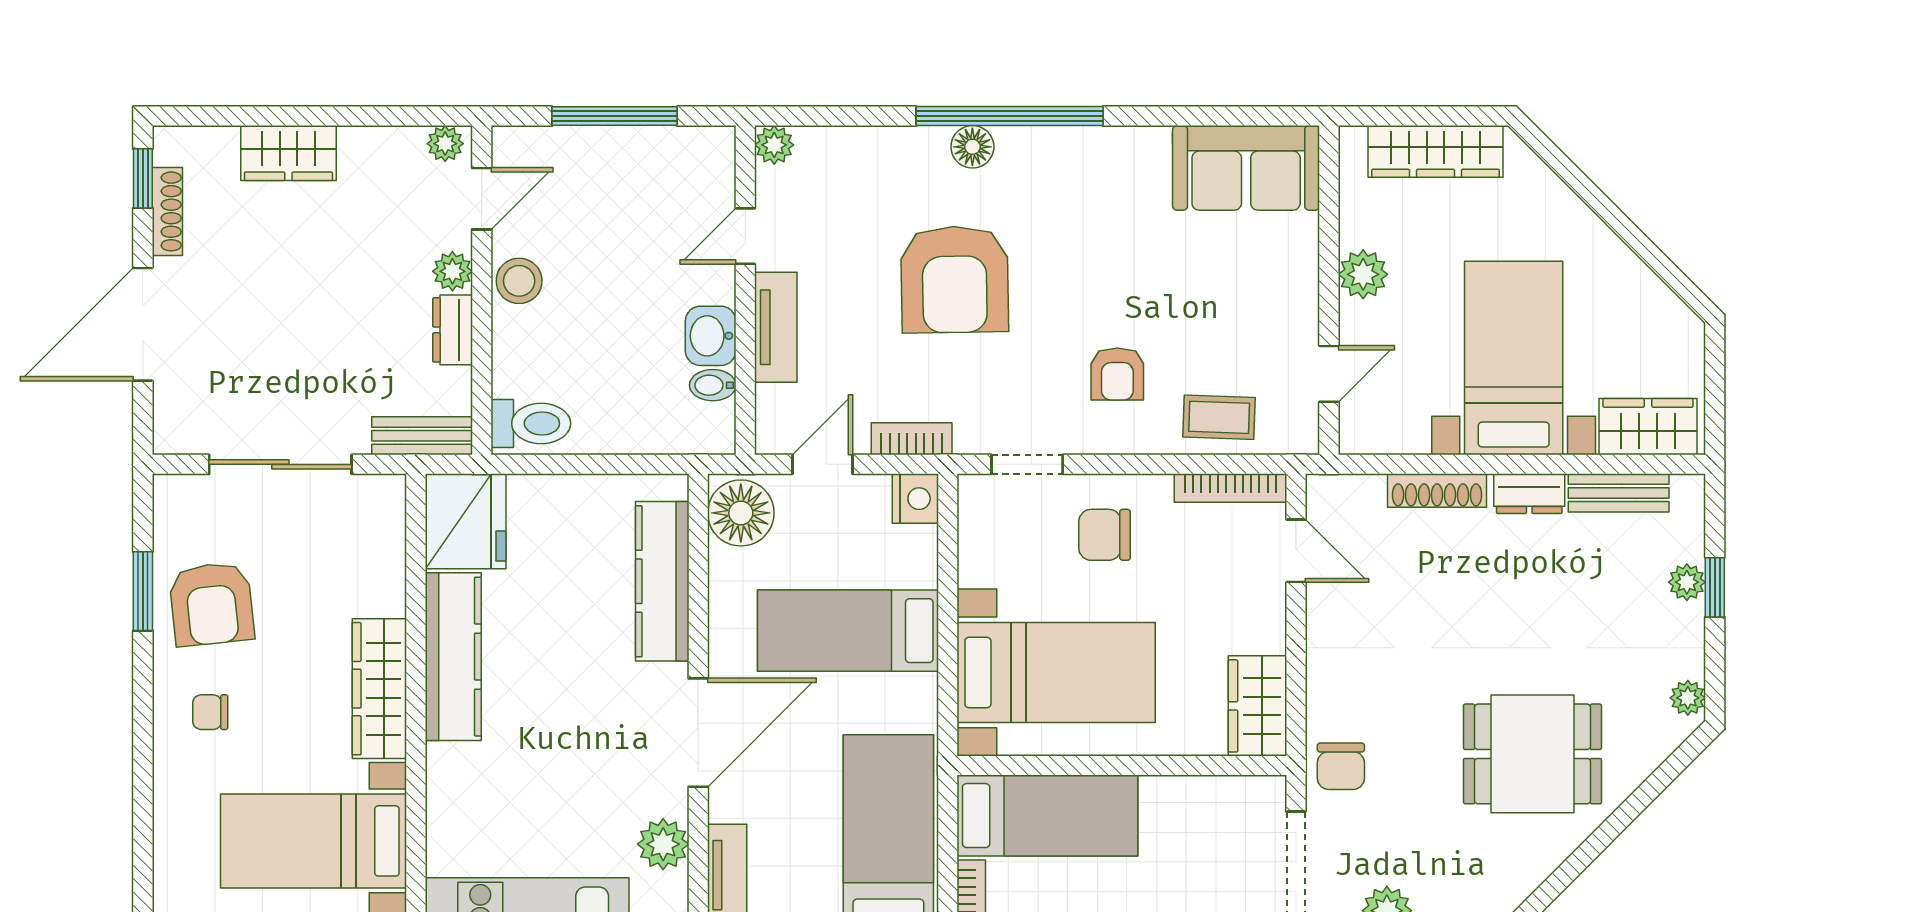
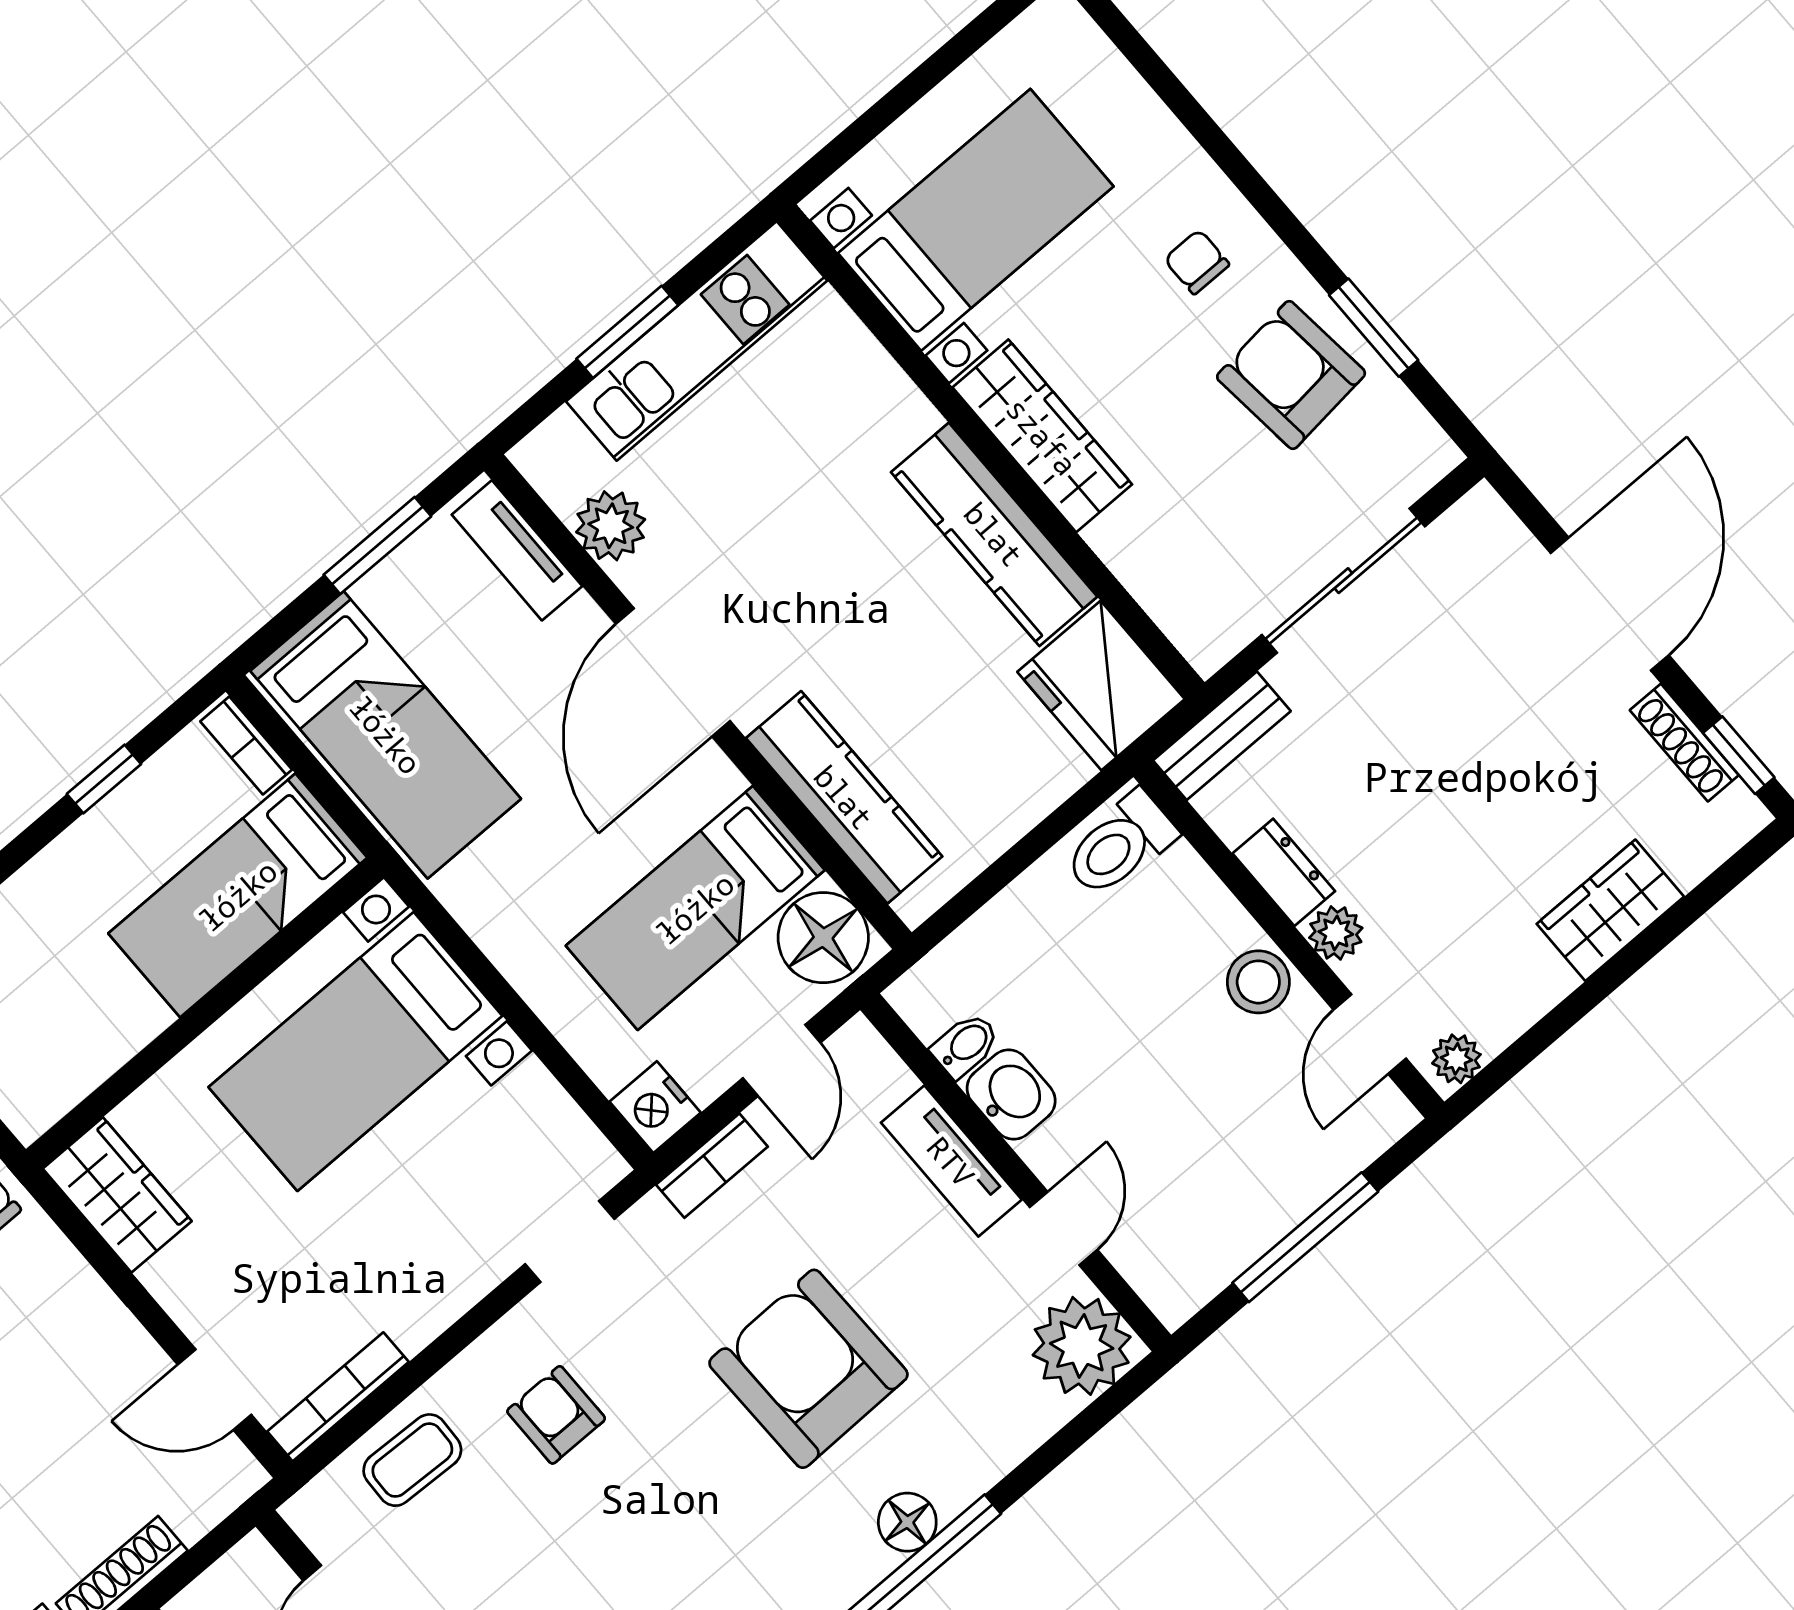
plant: (774, 145) -> (1082, 1346), width x1.88, depth x1.88
chair: (1105, 535) -> (427, 1237), removed
bed: (848, 631) -> (695, 908), moved, turned 180
chair: (210, 712) -> (1197, 262), turned -90

